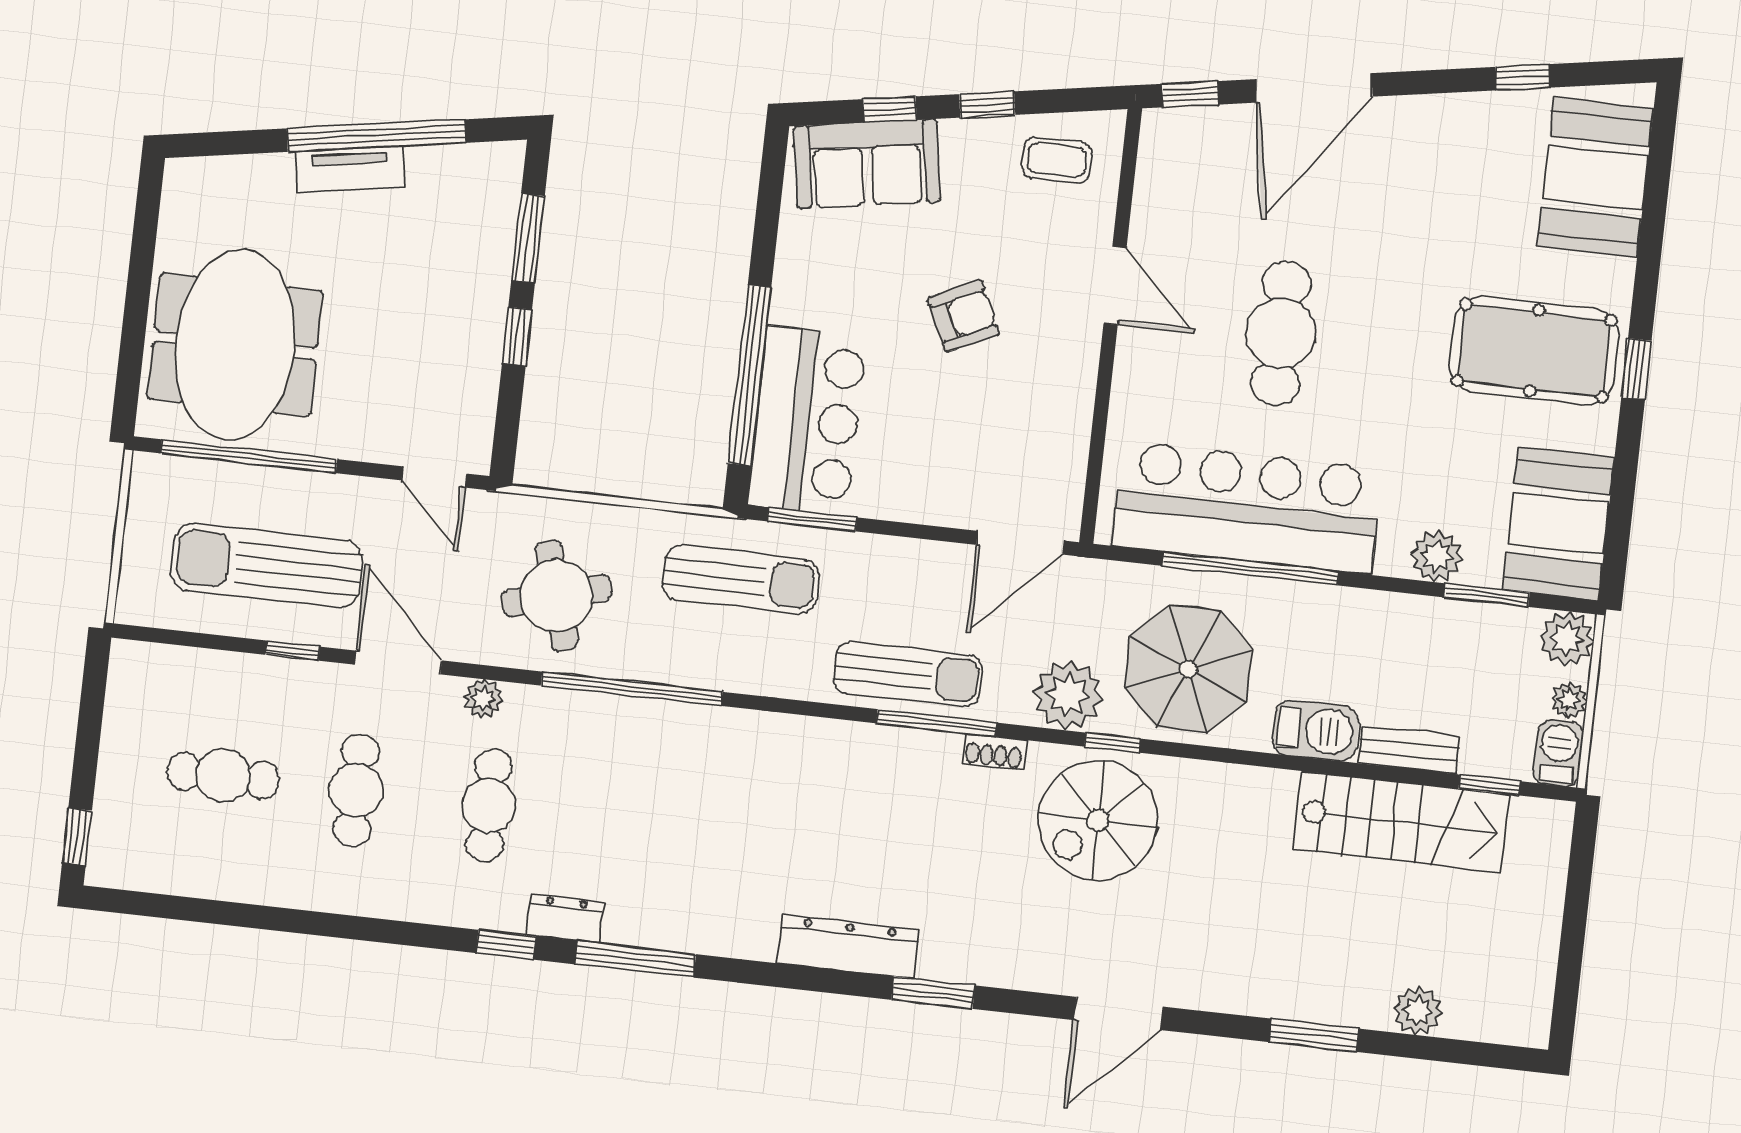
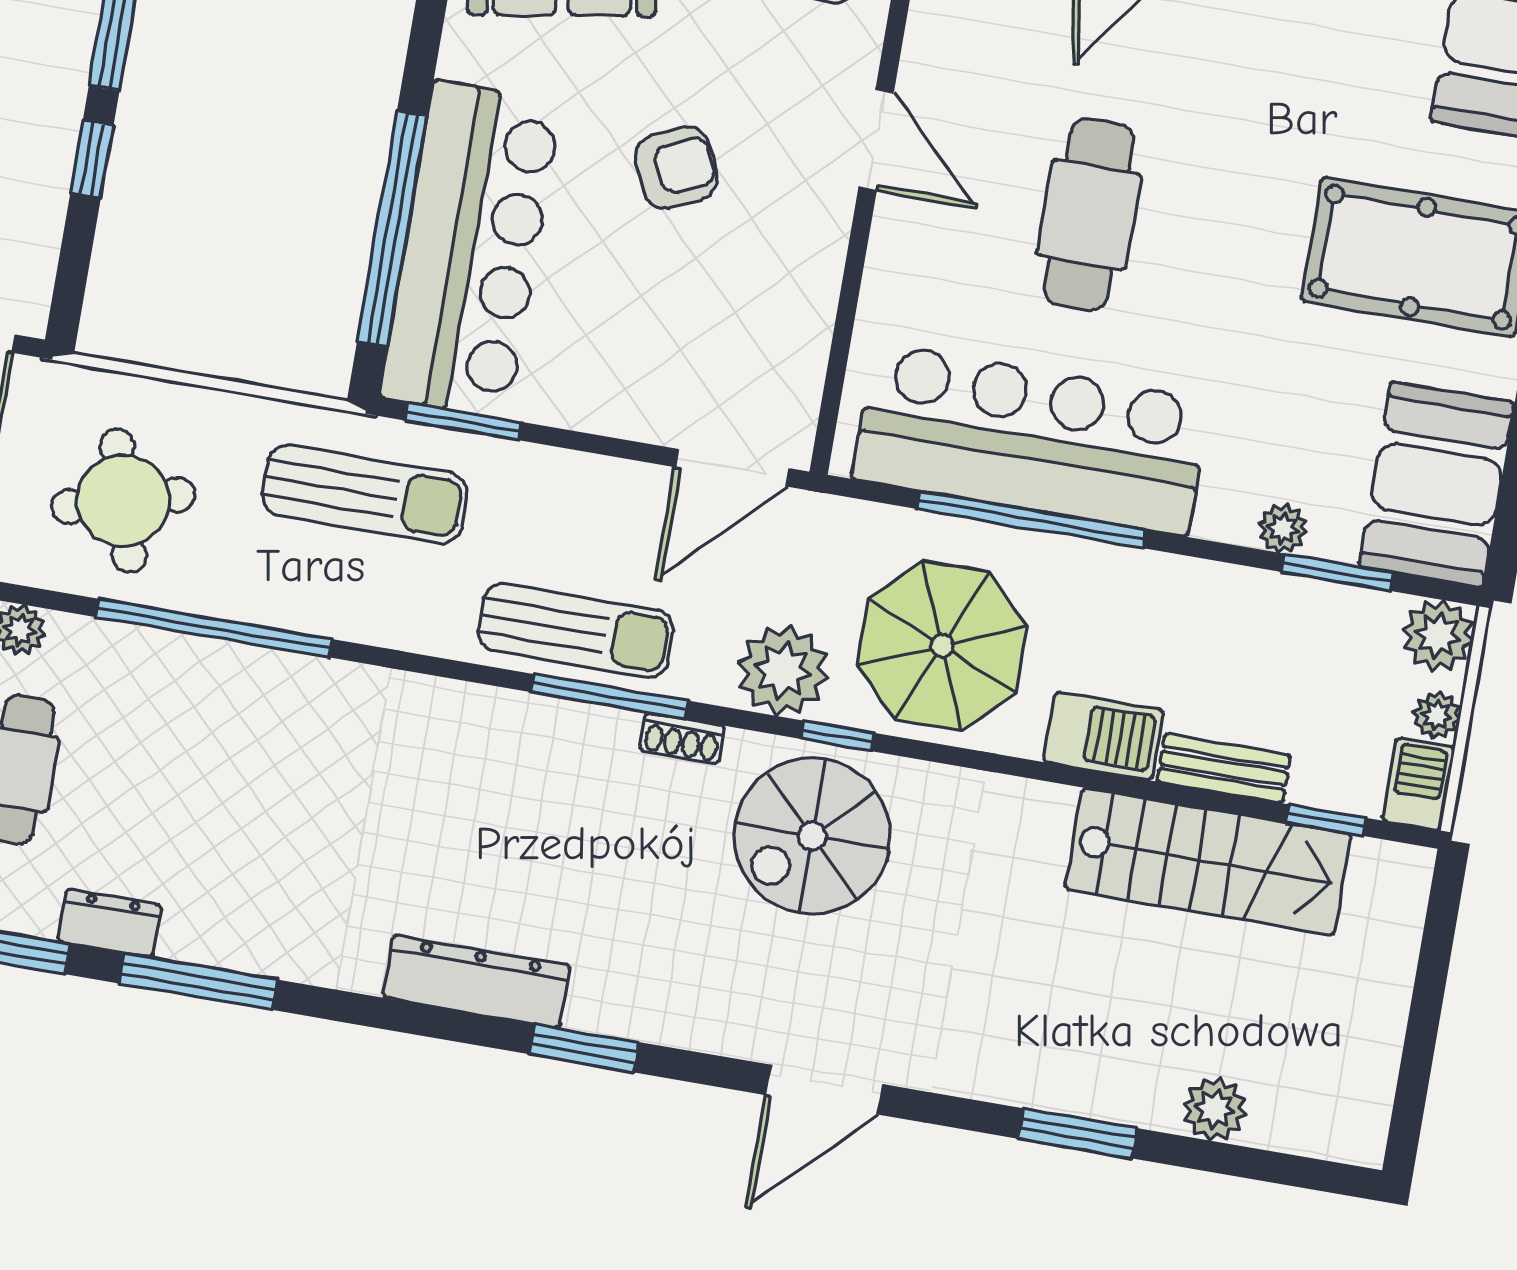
bar counter: (807, 421) -> (471, 249), width x1.36
plant: (1437, 556) -> (1283, 528), width x0.73, depth x0.73

